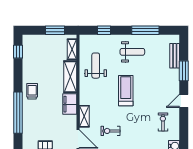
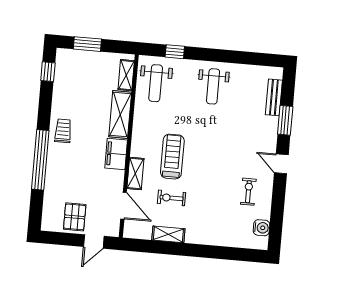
window: (55, 30) -> (87, 44), moved
window: (145, 30) -> (235, 57), removed
weight bench: (132, 52) -> (213, 86), turned 90
weight bench: (96, 66) -> (156, 83), moved, turned 180
treadmill: (126, 91) -> (172, 157), moved
door: (184, 101) -> (281, 164), hinge flipped

